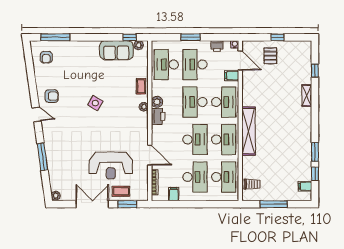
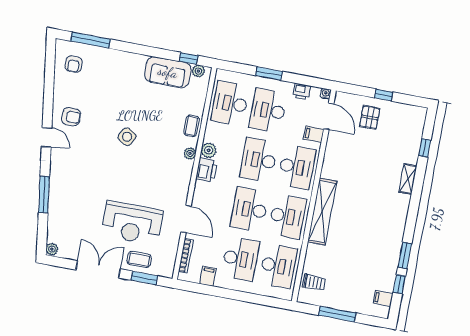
desk: (195, 139) -> (250, 209), turned 180

